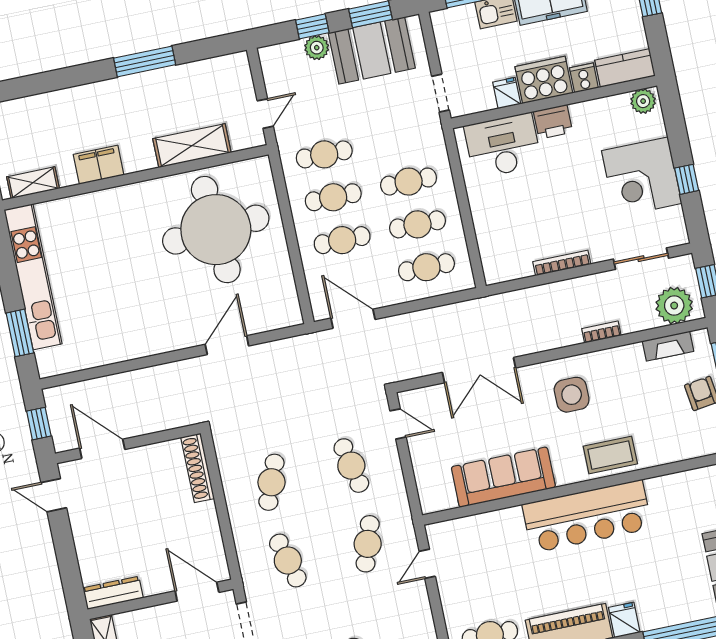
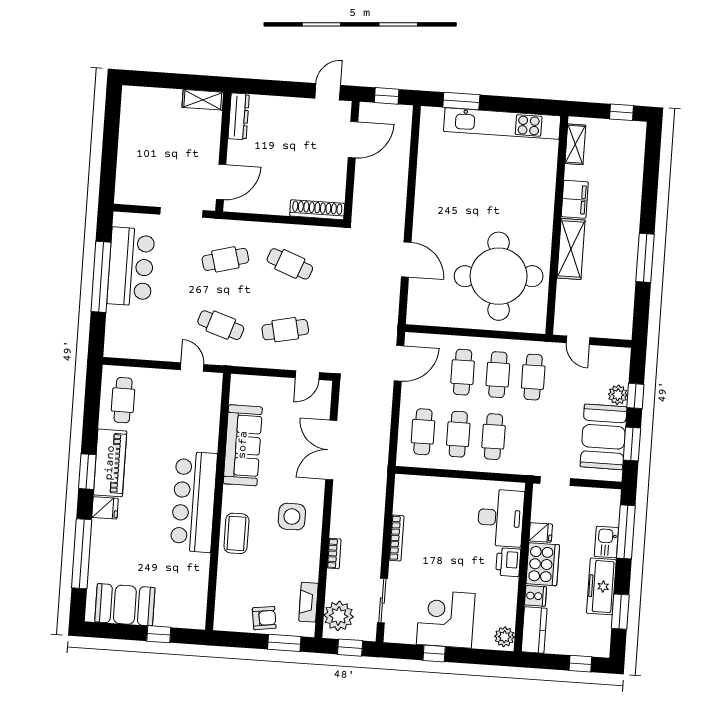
shelving: (192, 146) -> (571, 249), moved

